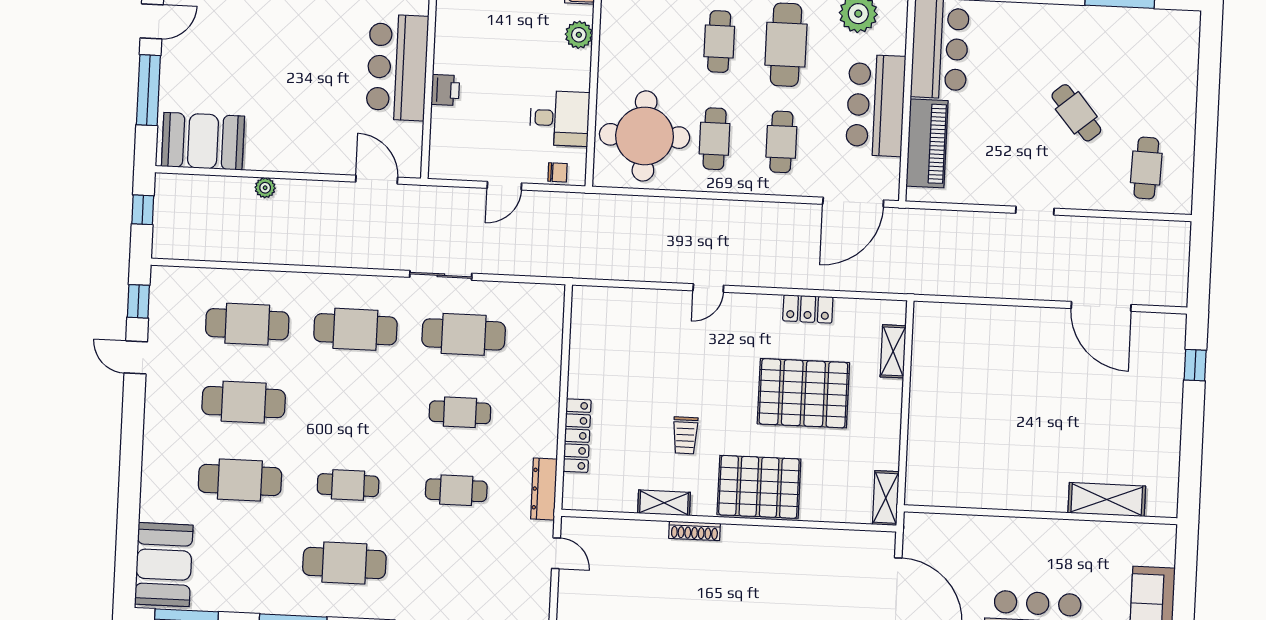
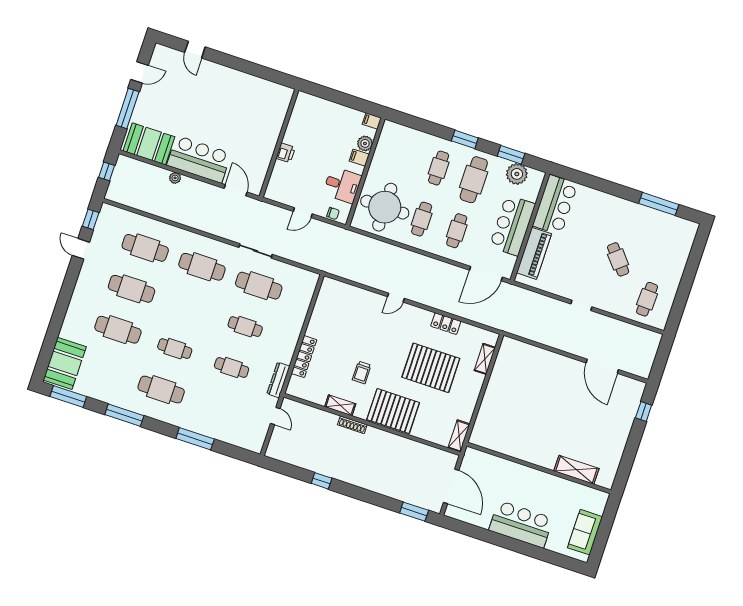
filing cabinet: (576, 62) -> (359, 158), added
bar counter: (397, 67) -> (199, 159), moved, turned 90

